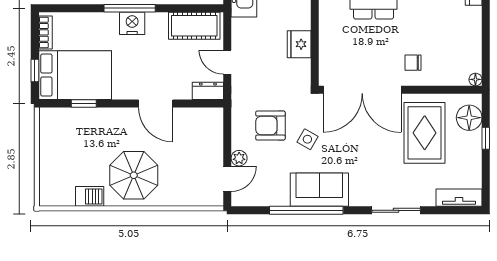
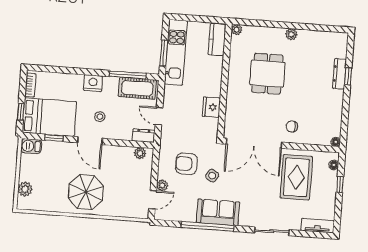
window: (130, 8) -> (128, 75), moved
stool: (145, 69) -> (100, 117), added
door: (156, 103) -> (90, 141), moved
plant: (205, 116) -> (140, 153), added
floor lamp: (469, 118) -> (334, 165), width x0.53, depth x0.53
plant: (49, 178) -> (25, 189), added
barbecue: (90, 196) -> (31, 146), moved, turned 180

